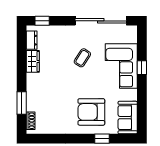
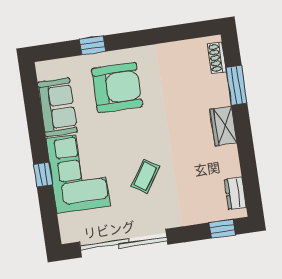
wardrobe: (33, 61) -> (223, 126), moved
sofa: (128, 118) -> (57, 107), moved

